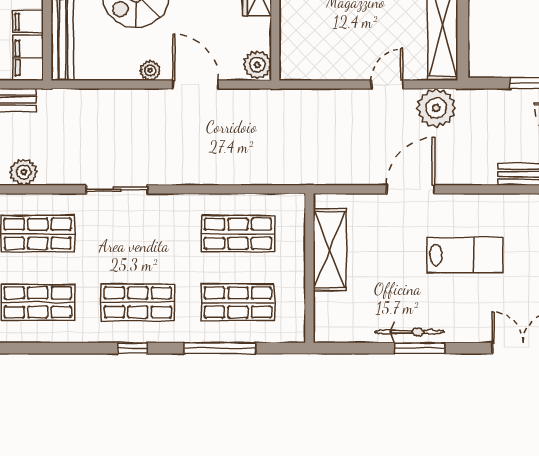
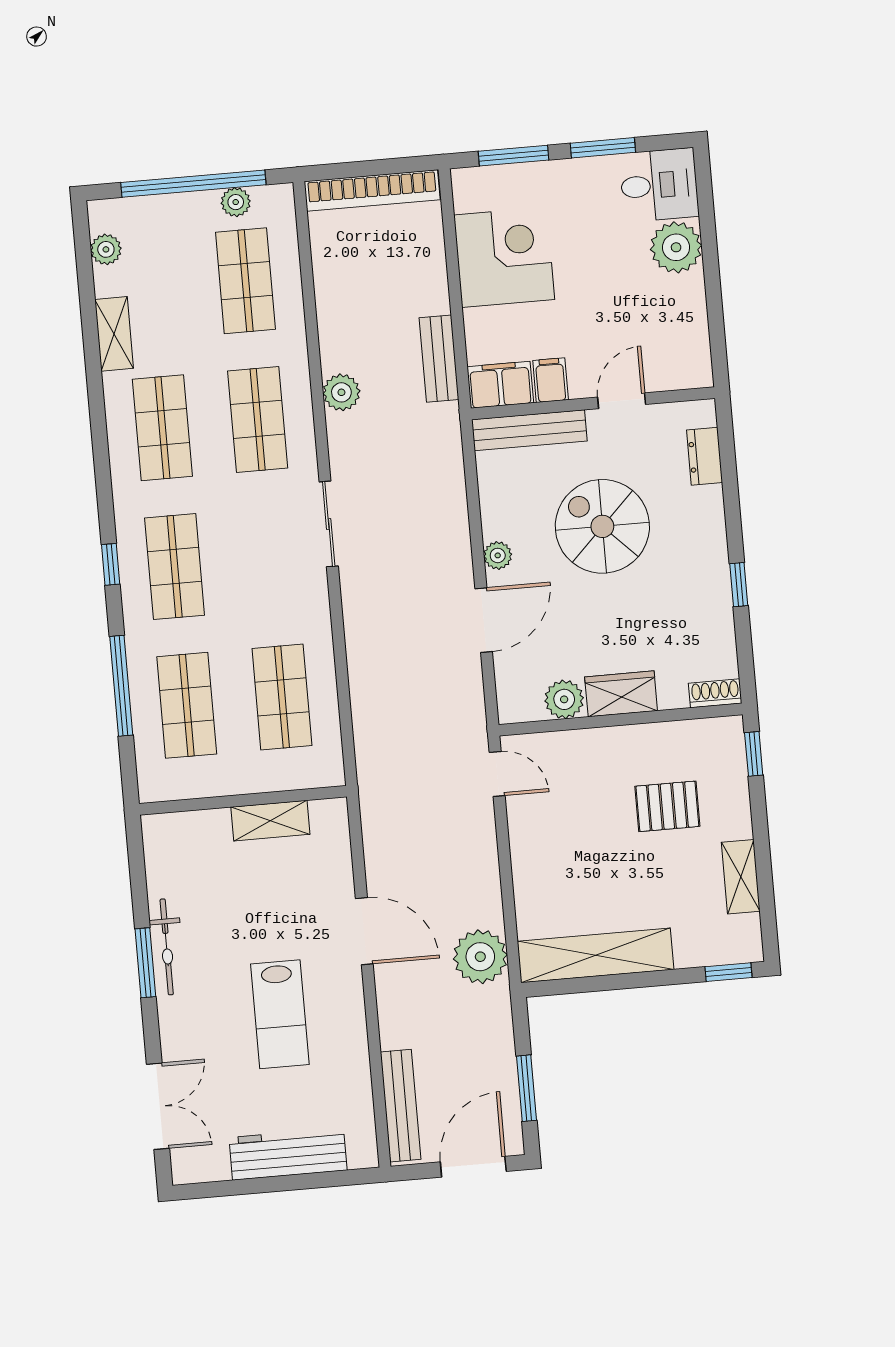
plant: (257, 65) -> (564, 699), moved
door: (387, 85) -> (497, 774), moved
shelving: (330, 250) -> (270, 821), width x0.67, depth x0.75

